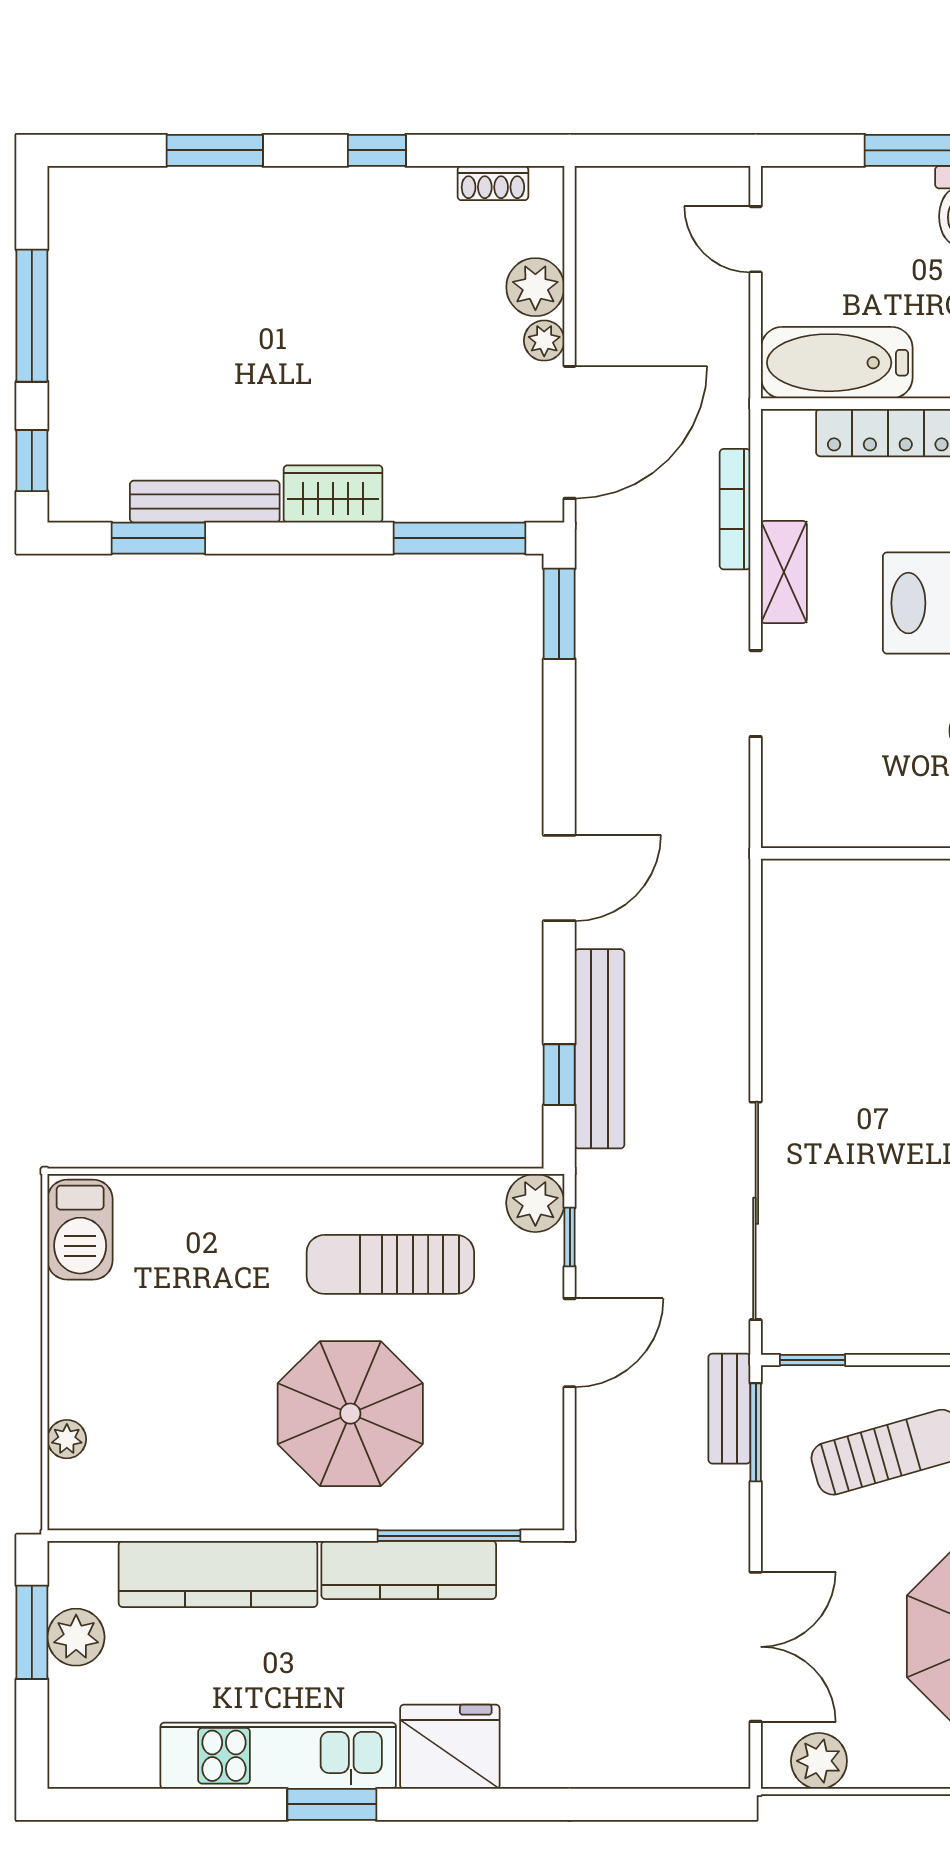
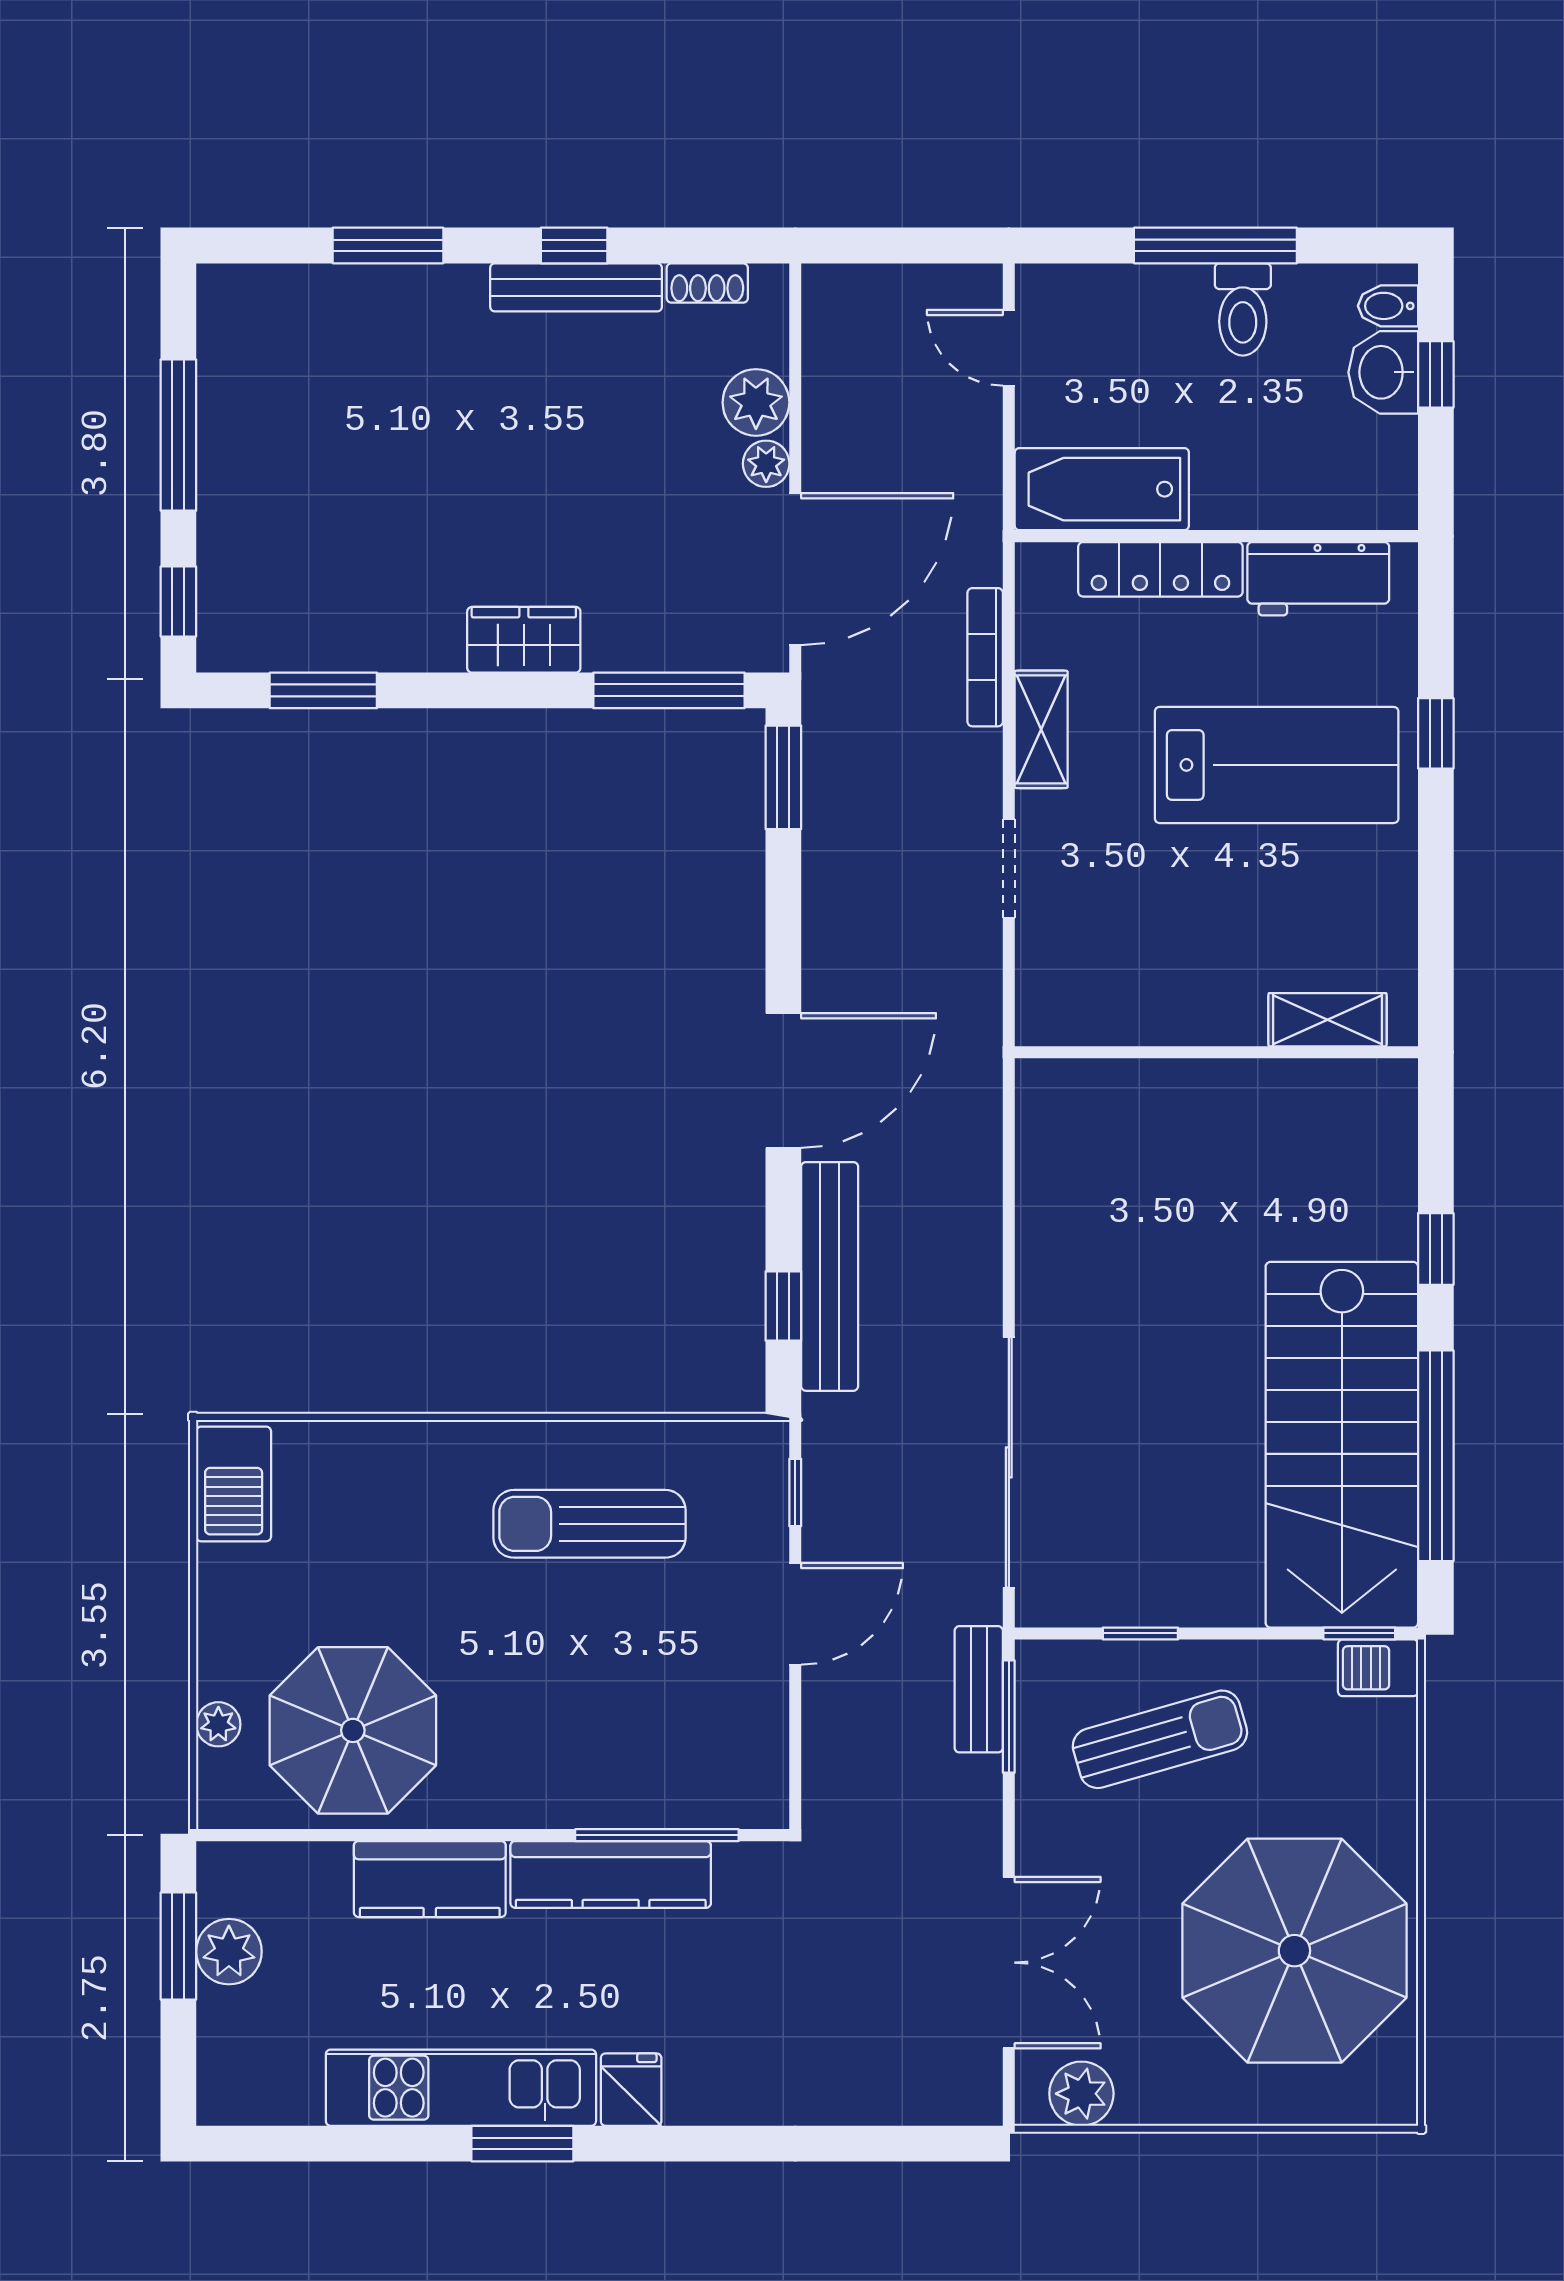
bench: (205, 502) -> (576, 287), moved
door: (559, 878) -> (783, 1080), width x1.36
plant: (535, 1203) -> (756, 1453), removed
window: (813, 1360) -> (1140, 1633), moved
parasol: (350, 1414) -> (353, 1730), moved
kitchen counter: (218, 1574) -> (430, 1879), width x0.67
fridge: (450, 1747) -> (631, 2090), width x0.53, depth x0.75

